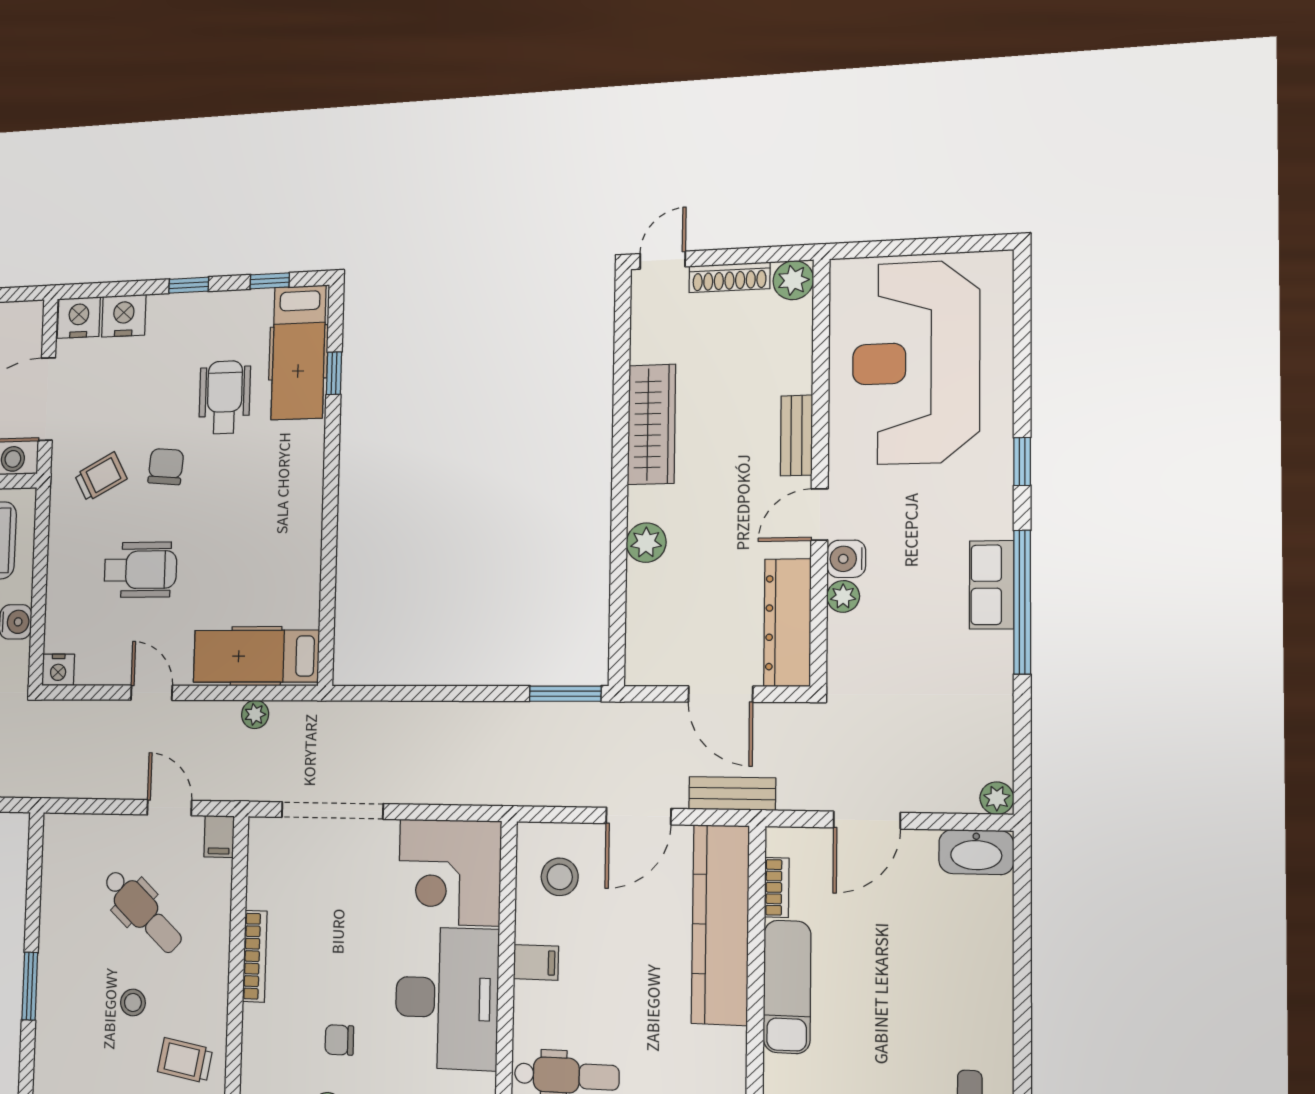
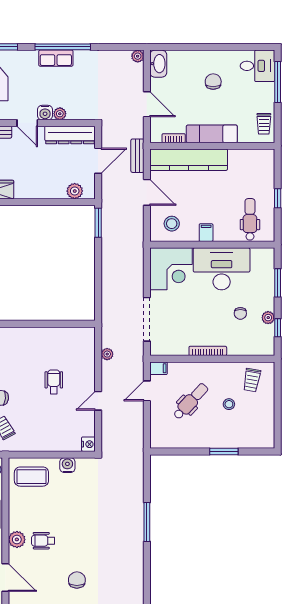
plant: (646, 543) -> (75, 191), moved
wheelchair: (140, 570) -> (54, 382), moved, width x0.73, depth x0.73
hospital bed: (256, 656) -> (83, 354), removed
chair: (927, 996) -> (213, 82), added

